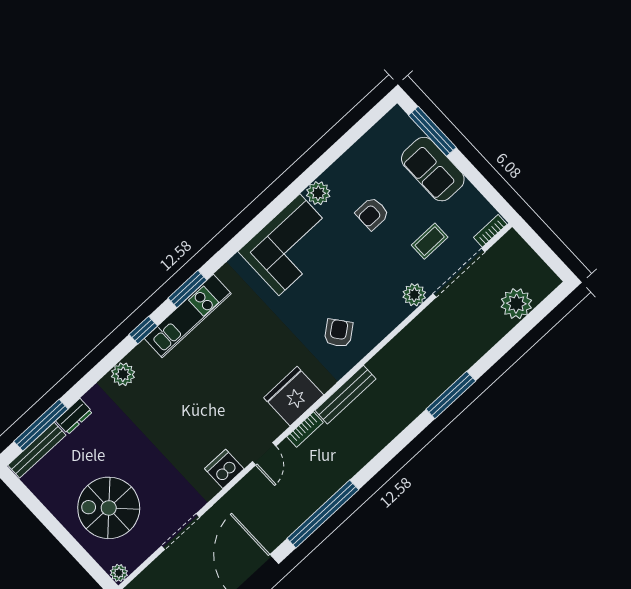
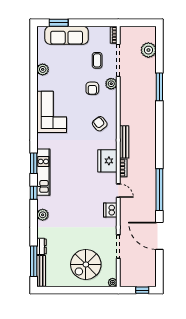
window: (432, 131) -> (59, 23), width x0.69
sofa: (433, 169) -> (67, 35), width x1.36
plant: (318, 193) -> (43, 69), moved
armchair: (372, 214) -> (92, 88), moved
window: (451, 395) -> (159, 87), moved

